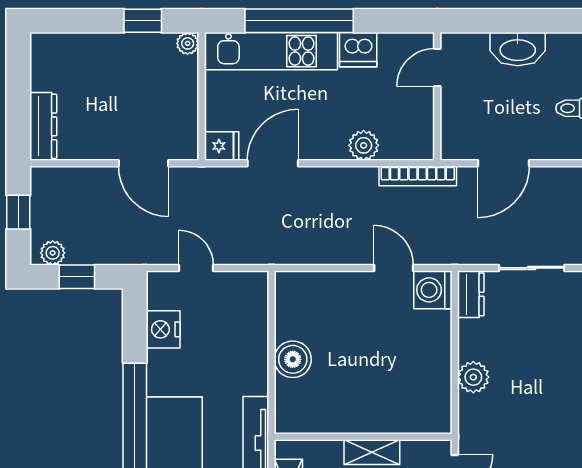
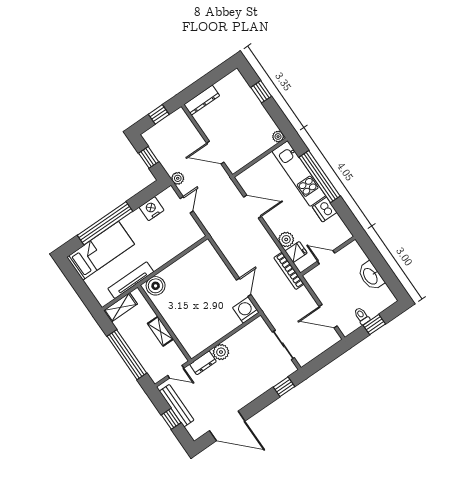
window: (143, 21) -> (261, 92), moved
door: (437, 67) -> (326, 257), moved
fridge: (222, 146) -> (296, 252), moved, turned -90
door: (143, 163) -> (215, 153), hinge flipped
door: (503, 163) -> (328, 316), moved
plant: (53, 253) -> (178, 178), moved
dresser: (471, 294) -> (203, 363), moved
boiler: (293, 359) -> (156, 286), moved

